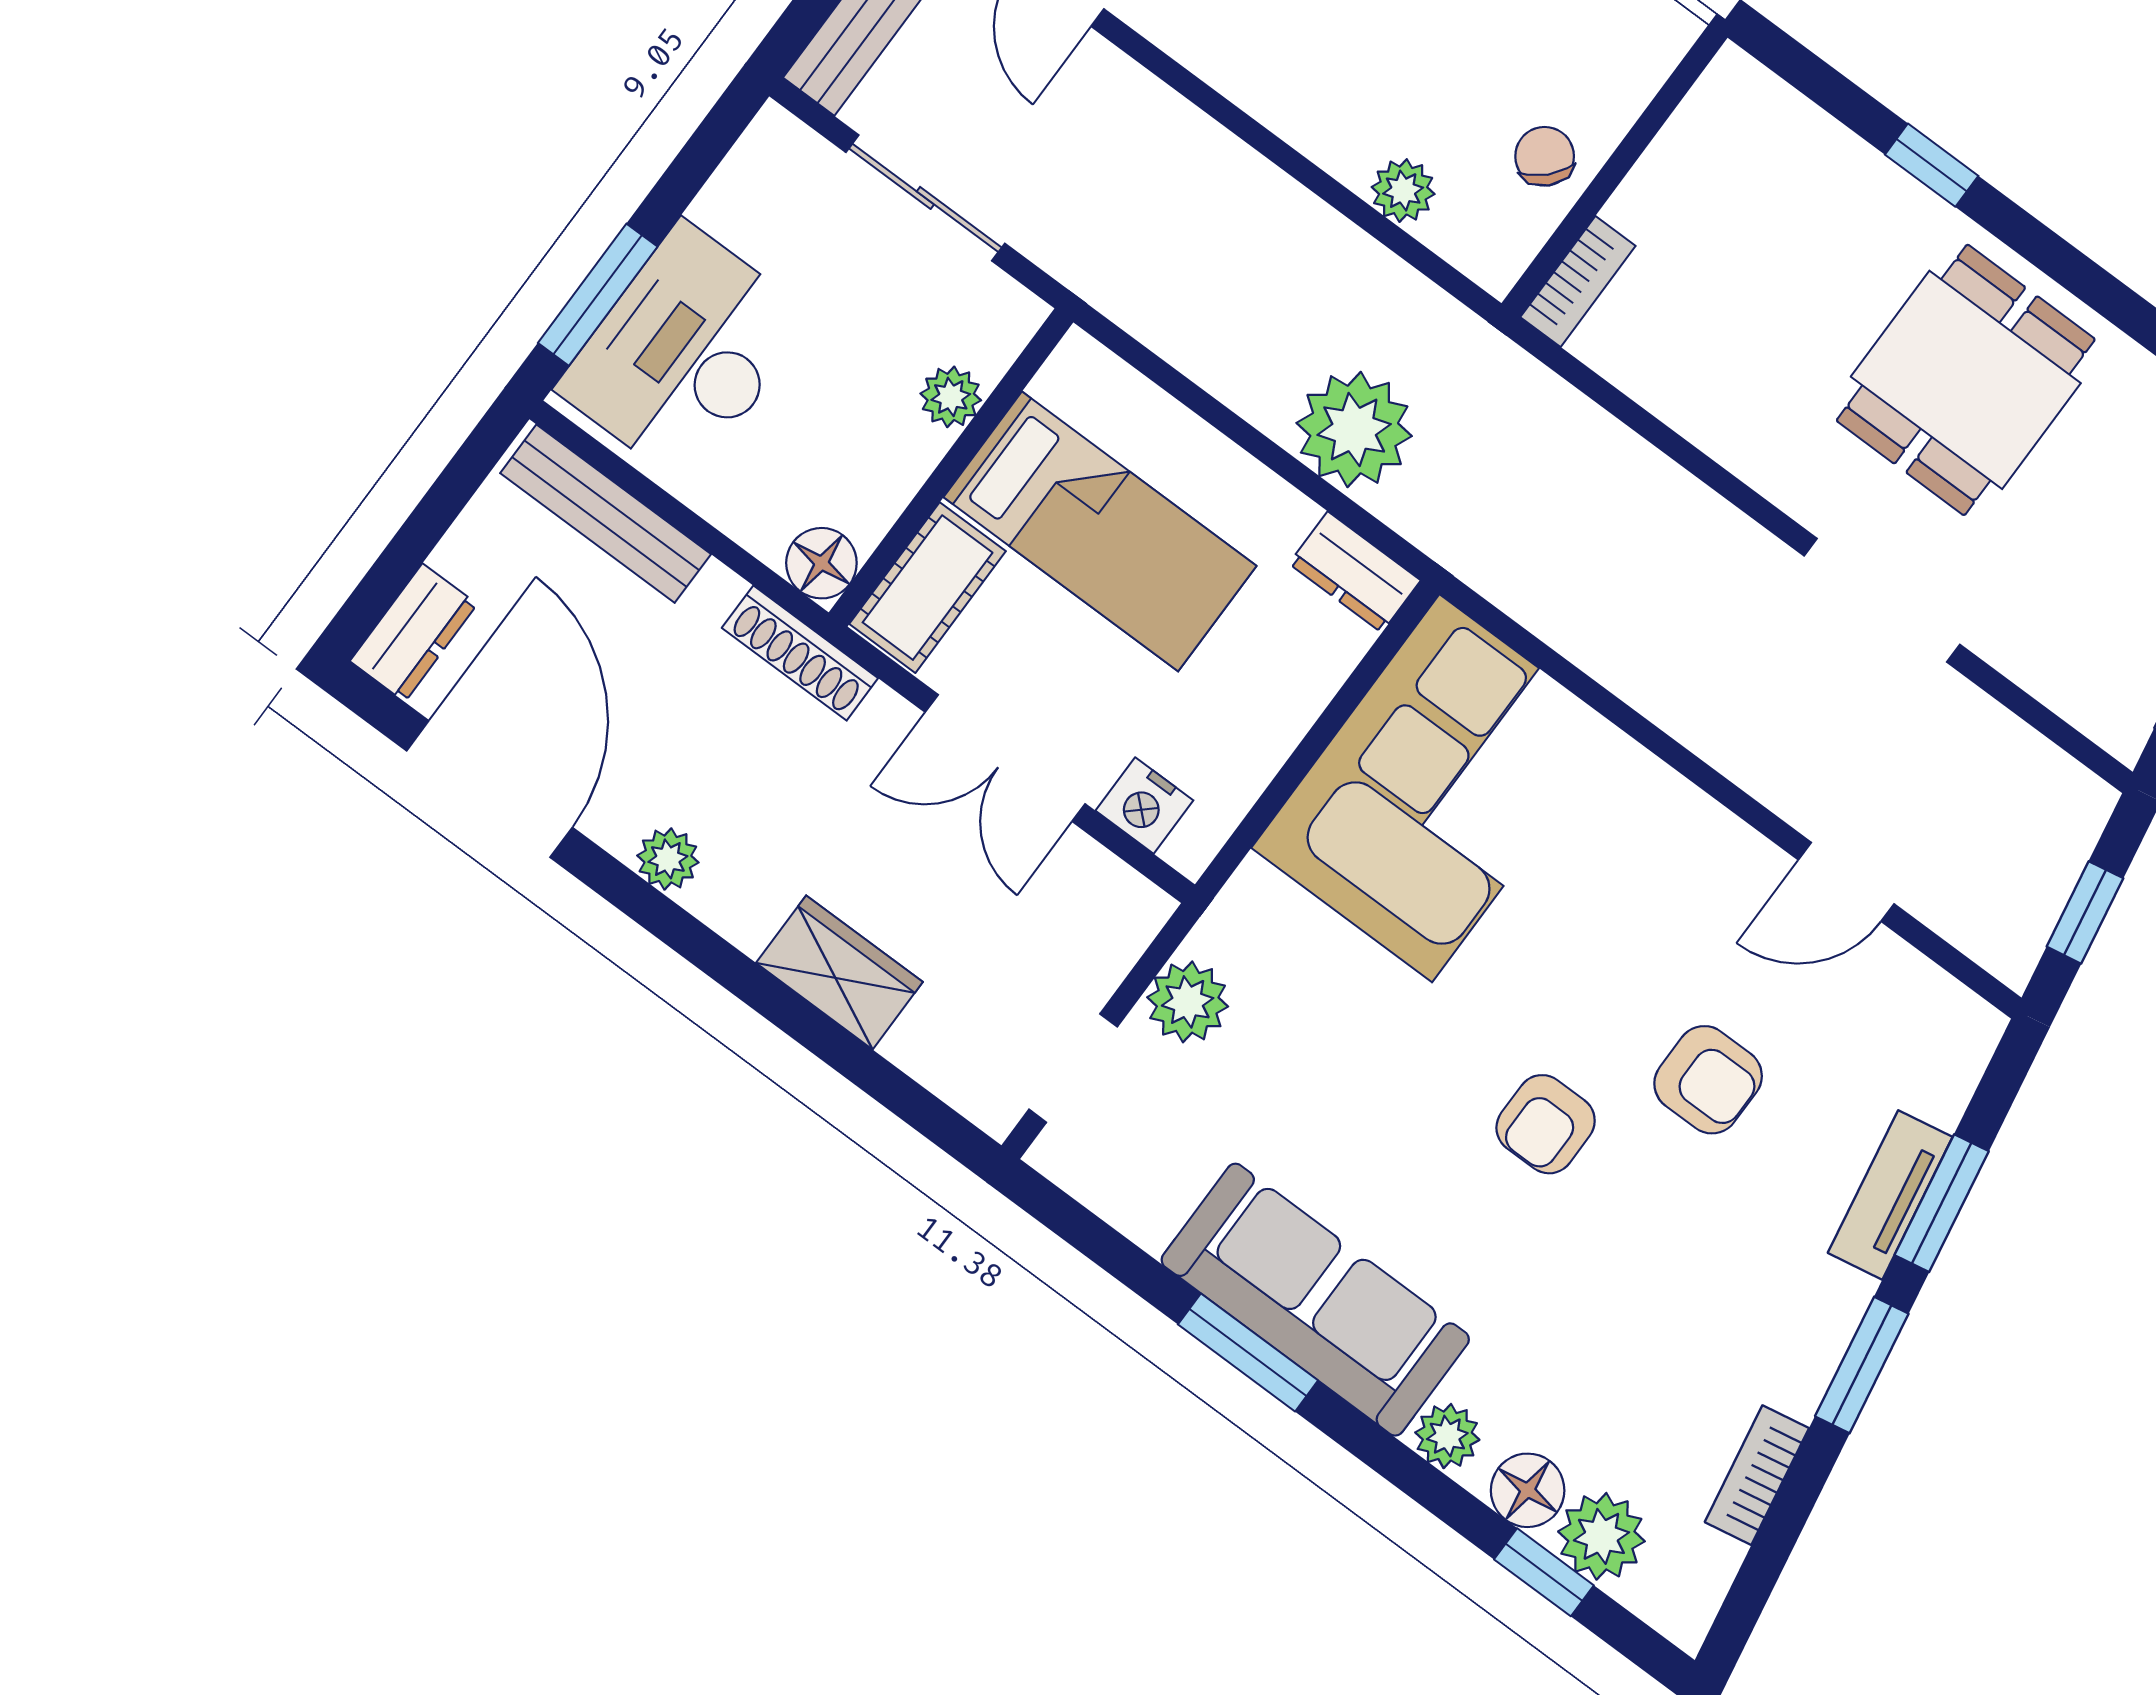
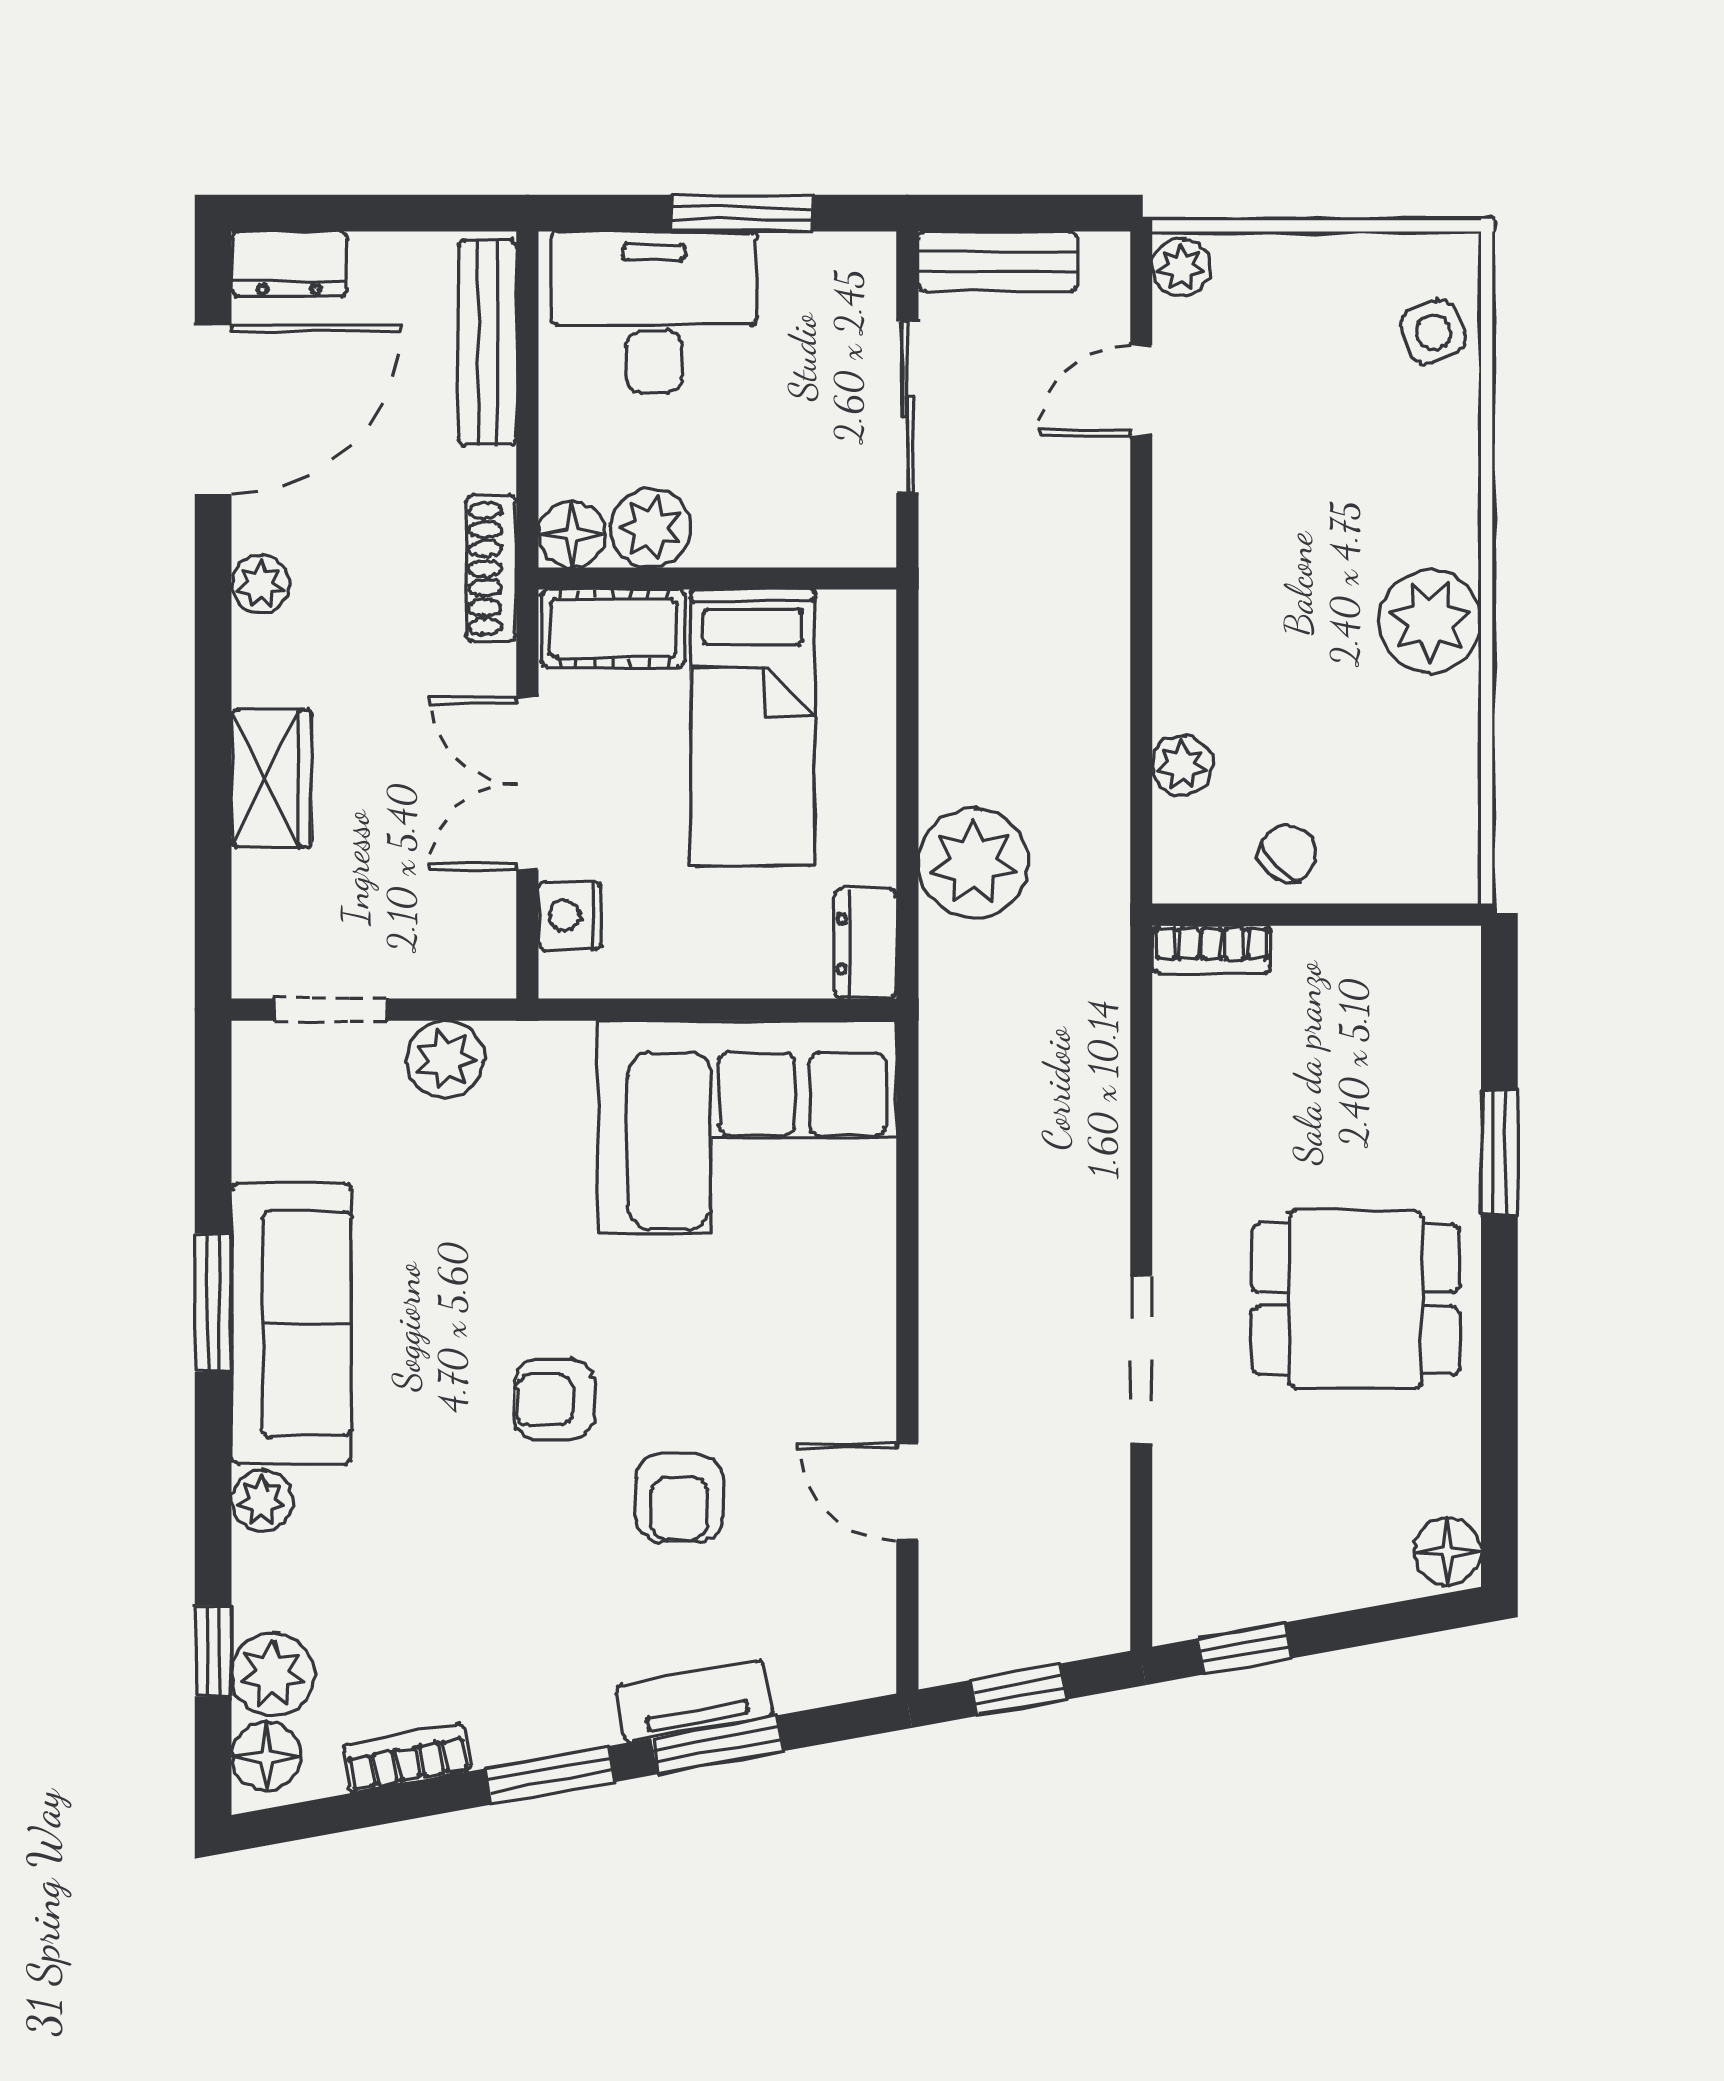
window: (1932, 165) -> (1499, 1152), width x1.50
window: (598, 295) -> (742, 213), moved
plant: (951, 397) -> (651, 528), moved, width x1.38, depth x1.38
floor lamp: (1528, 1490) -> (266, 1756), moved

